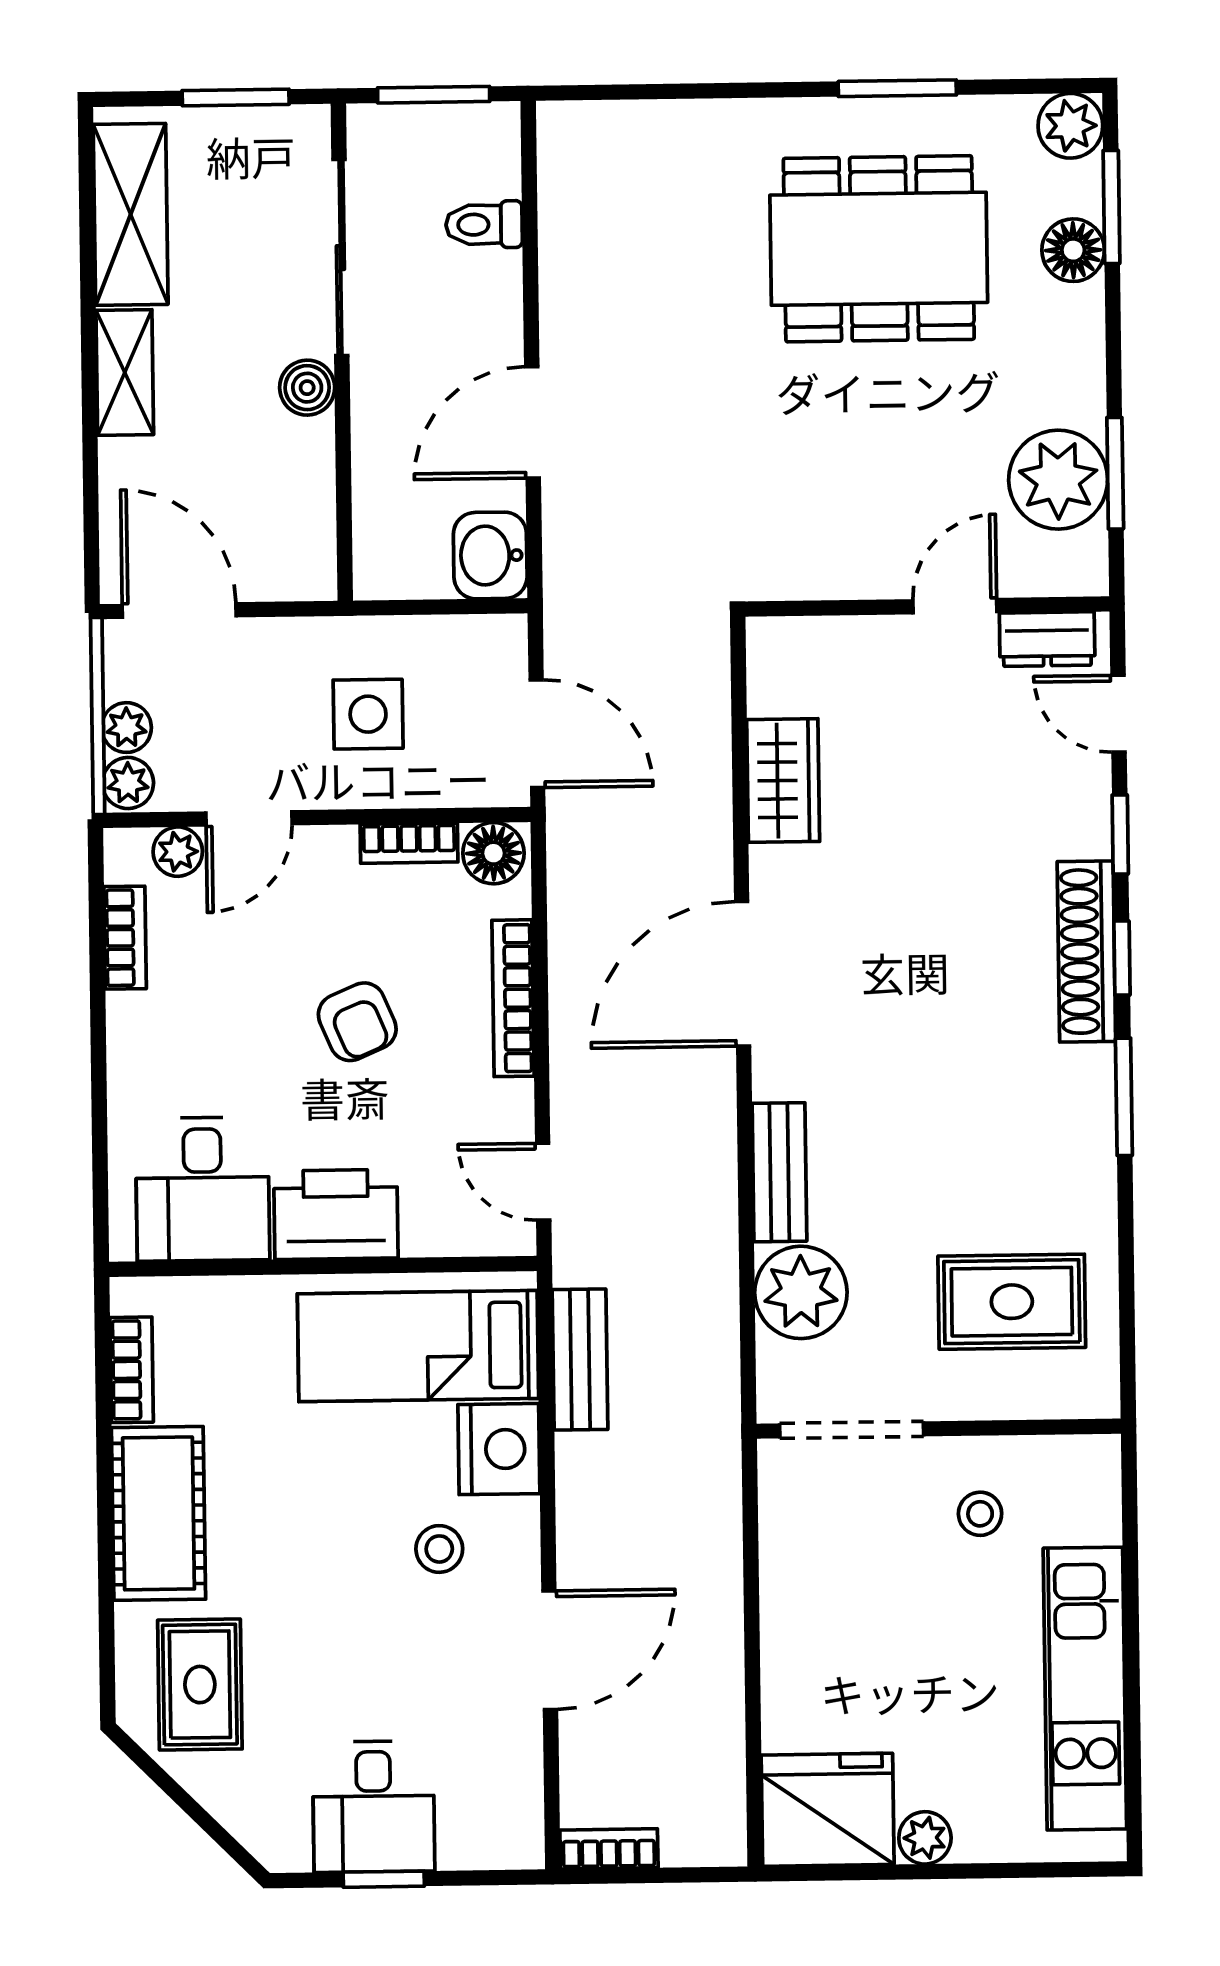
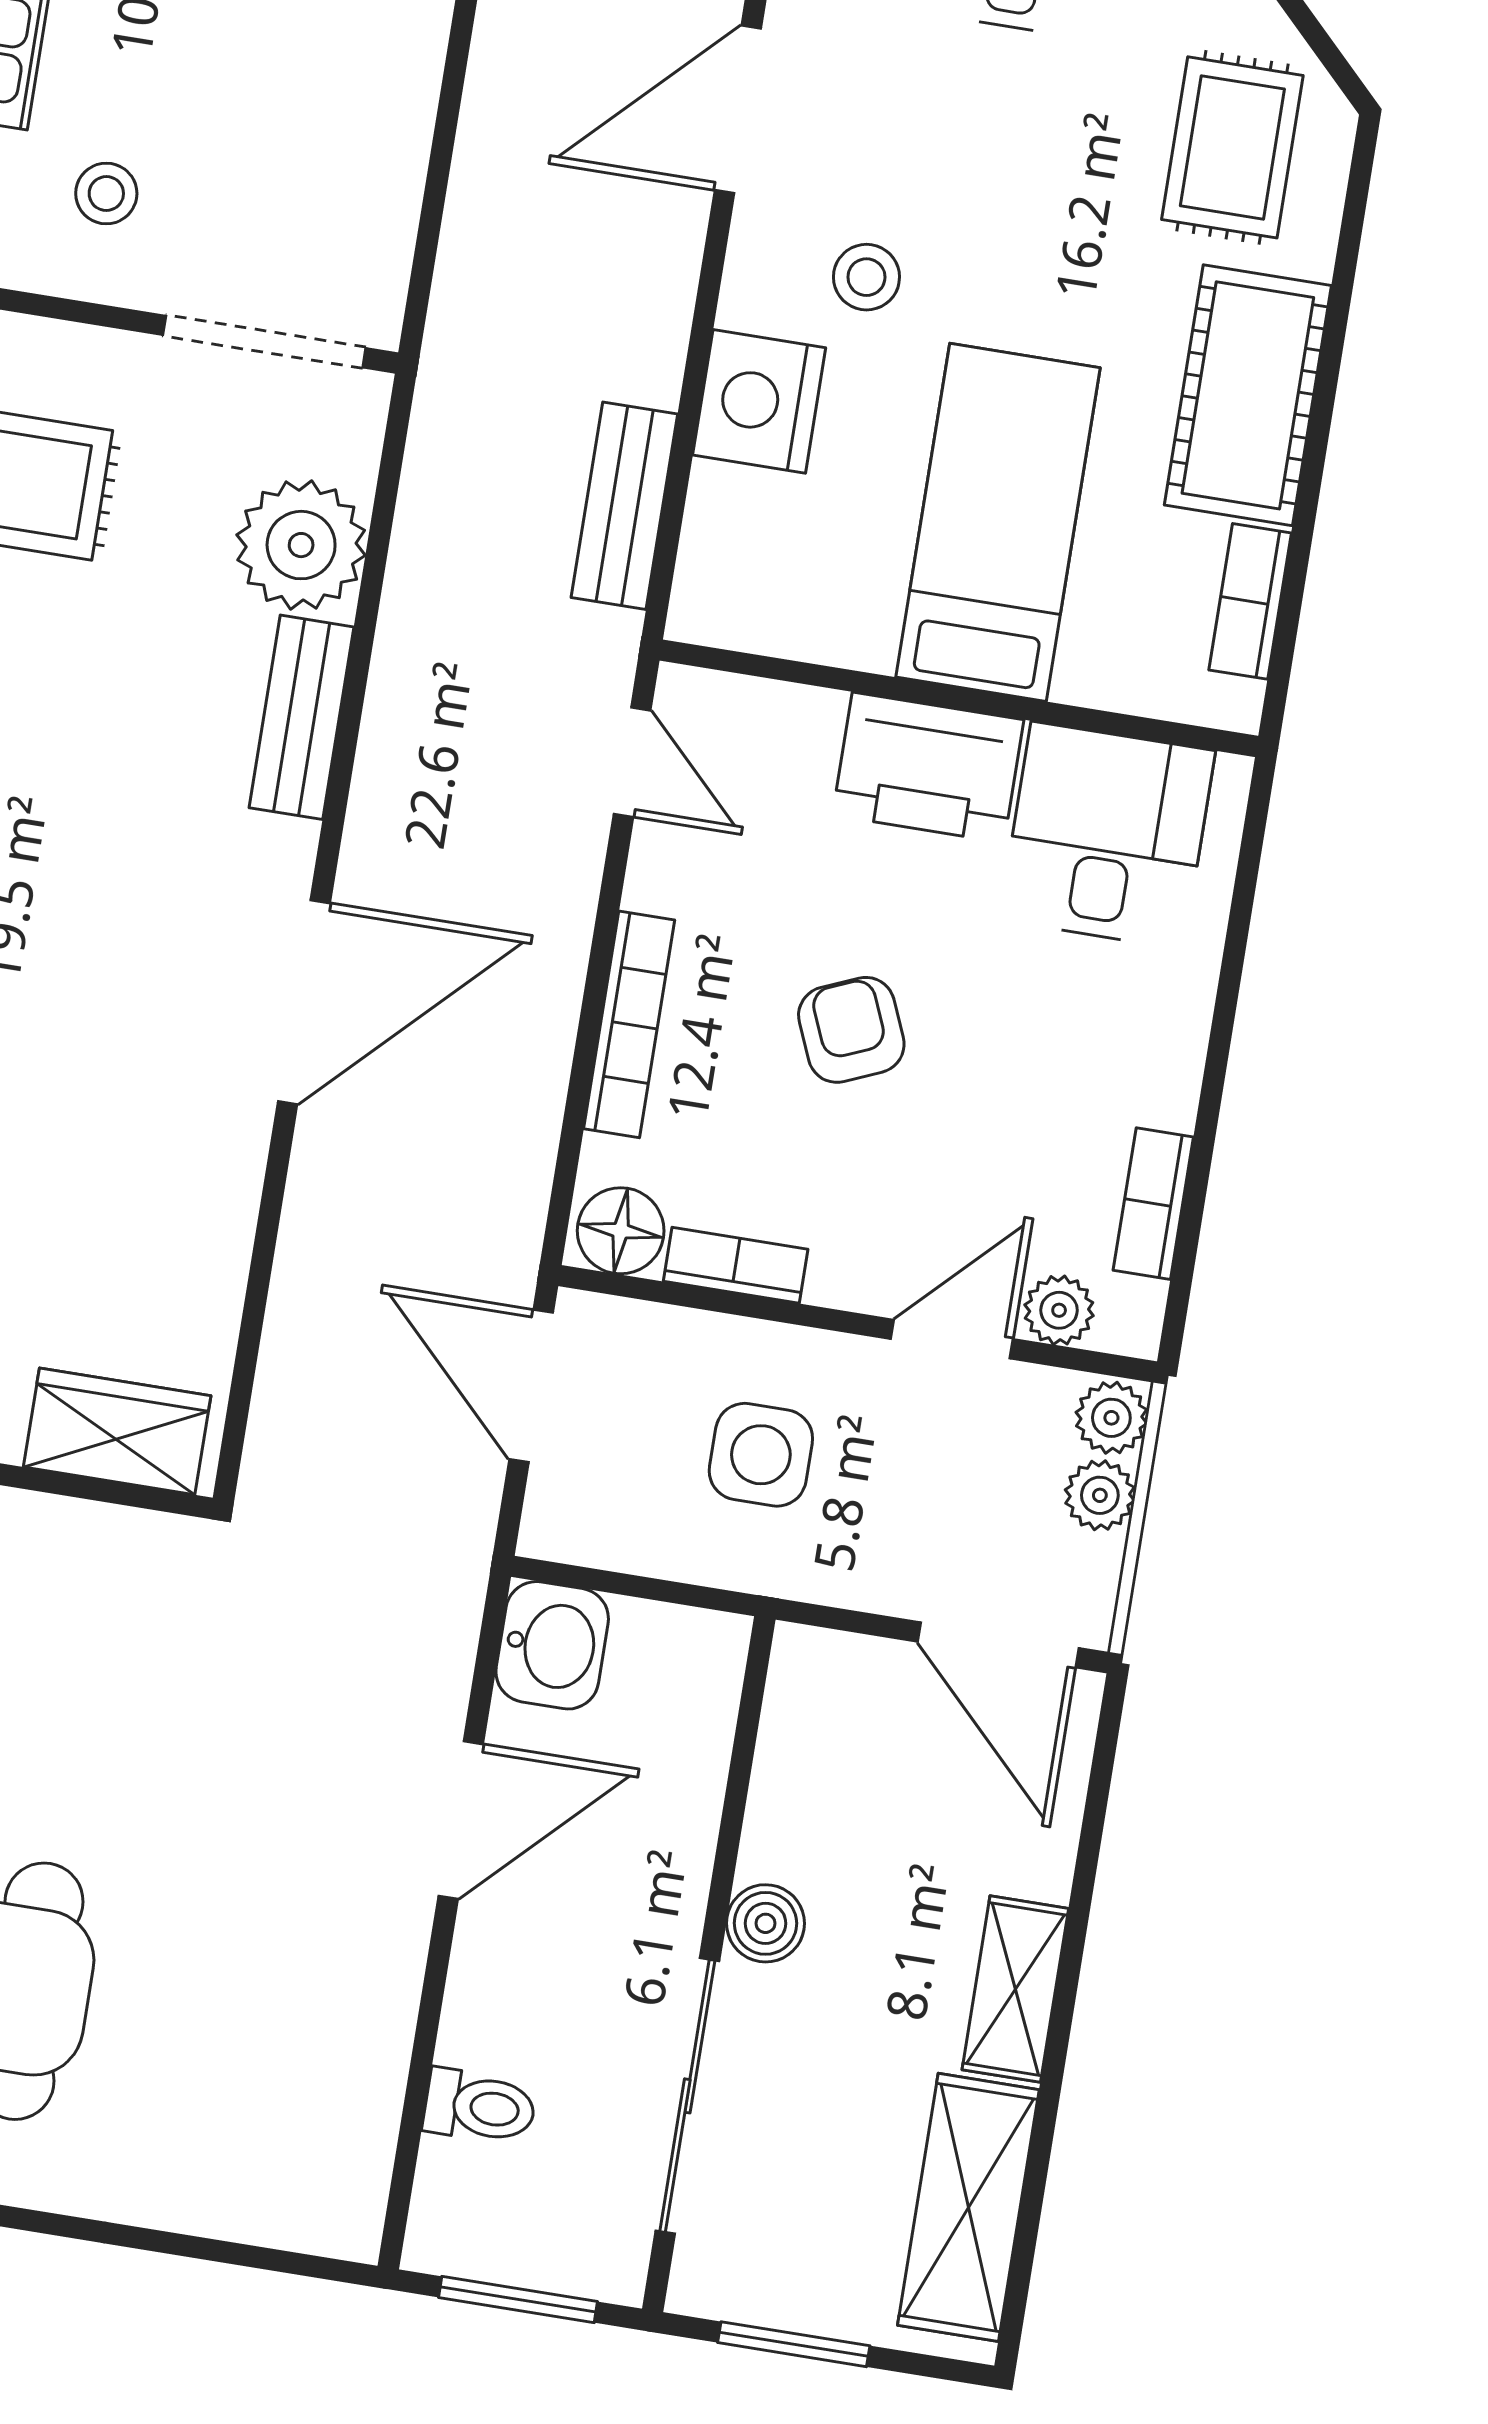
wardrobe: (783, 780) -> (117, 1431), moved, turned 90
bed: (418, 1346) -> (998, 522), moved, turned -90

